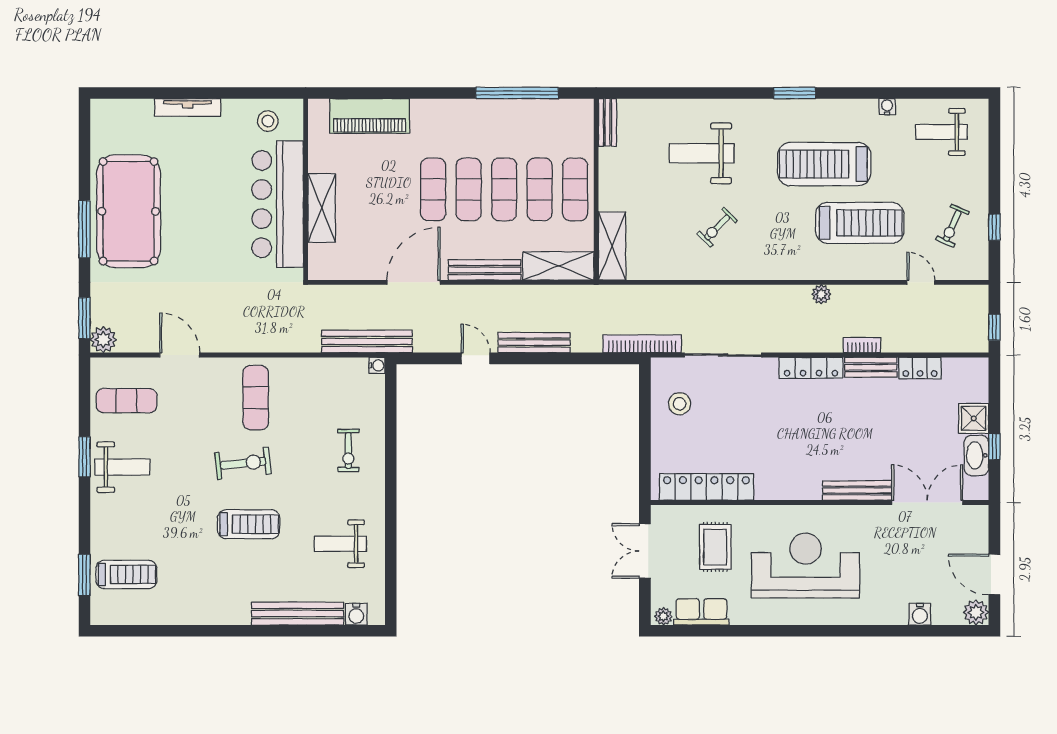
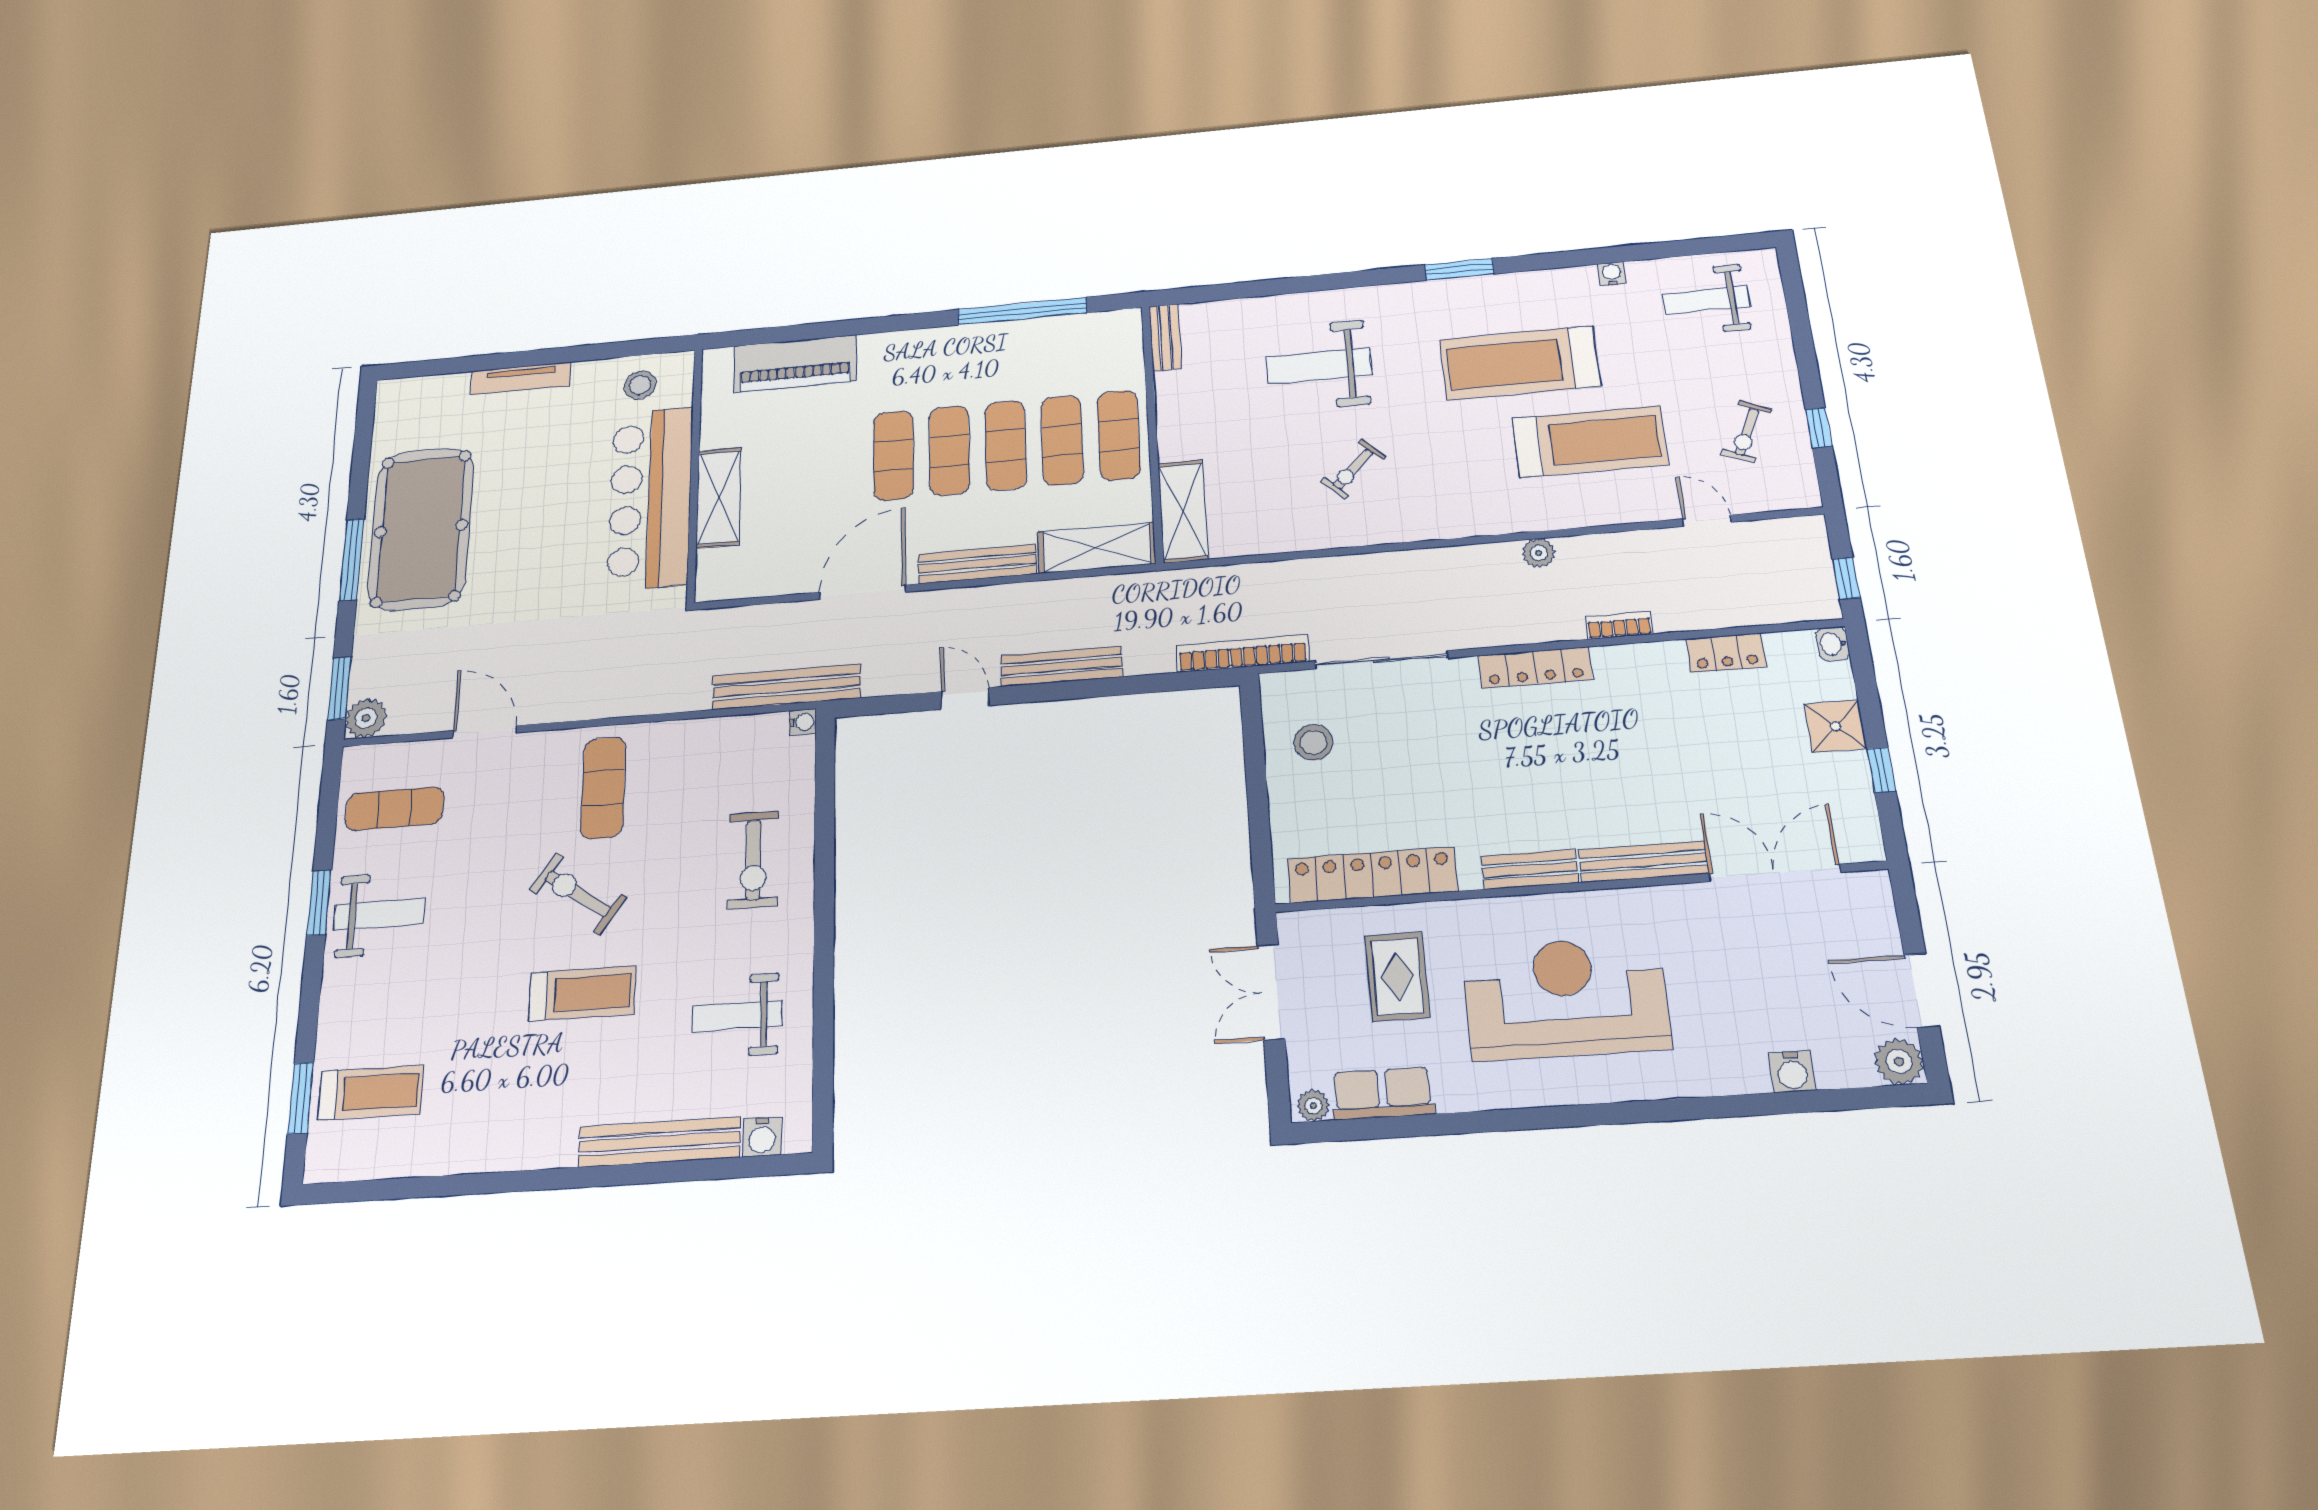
bench: (871, 367) -> (1530, 869), moved
exercise bike: (348, 450) -> (753, 860), width x1.38, depth x1.39
washbasin: (976, 455) -> (1833, 644), moved, width x0.52, depth x0.69
exercise bike: (243, 463) -> (578, 894), turned -139

